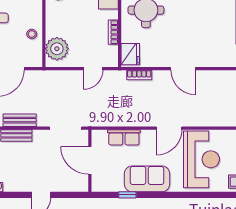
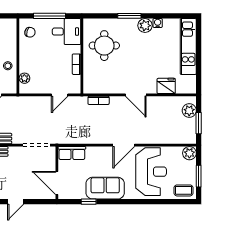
plant: (57, 49) -> (24, 78), width x0.53, depth x0.53
fridge: (130, 54) -> (166, 86), moved, turned -90
row of seats: (124, 137) -> (72, 153), moved
door: (90, 160) -> (57, 183), moved

